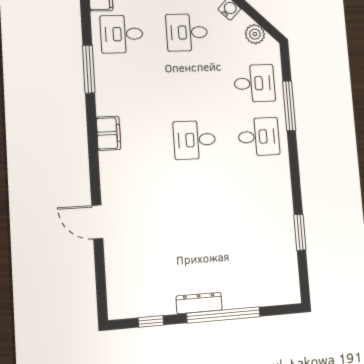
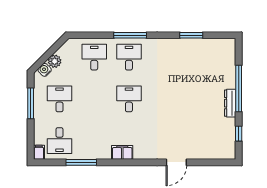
desk: (187, 32) -> (59, 99), turned 180
plant: (255, 34) -> (55, 61), moved
window: (289, 106) -> (130, 35), moved
desk: (194, 140) -> (129, 99), turned 180

